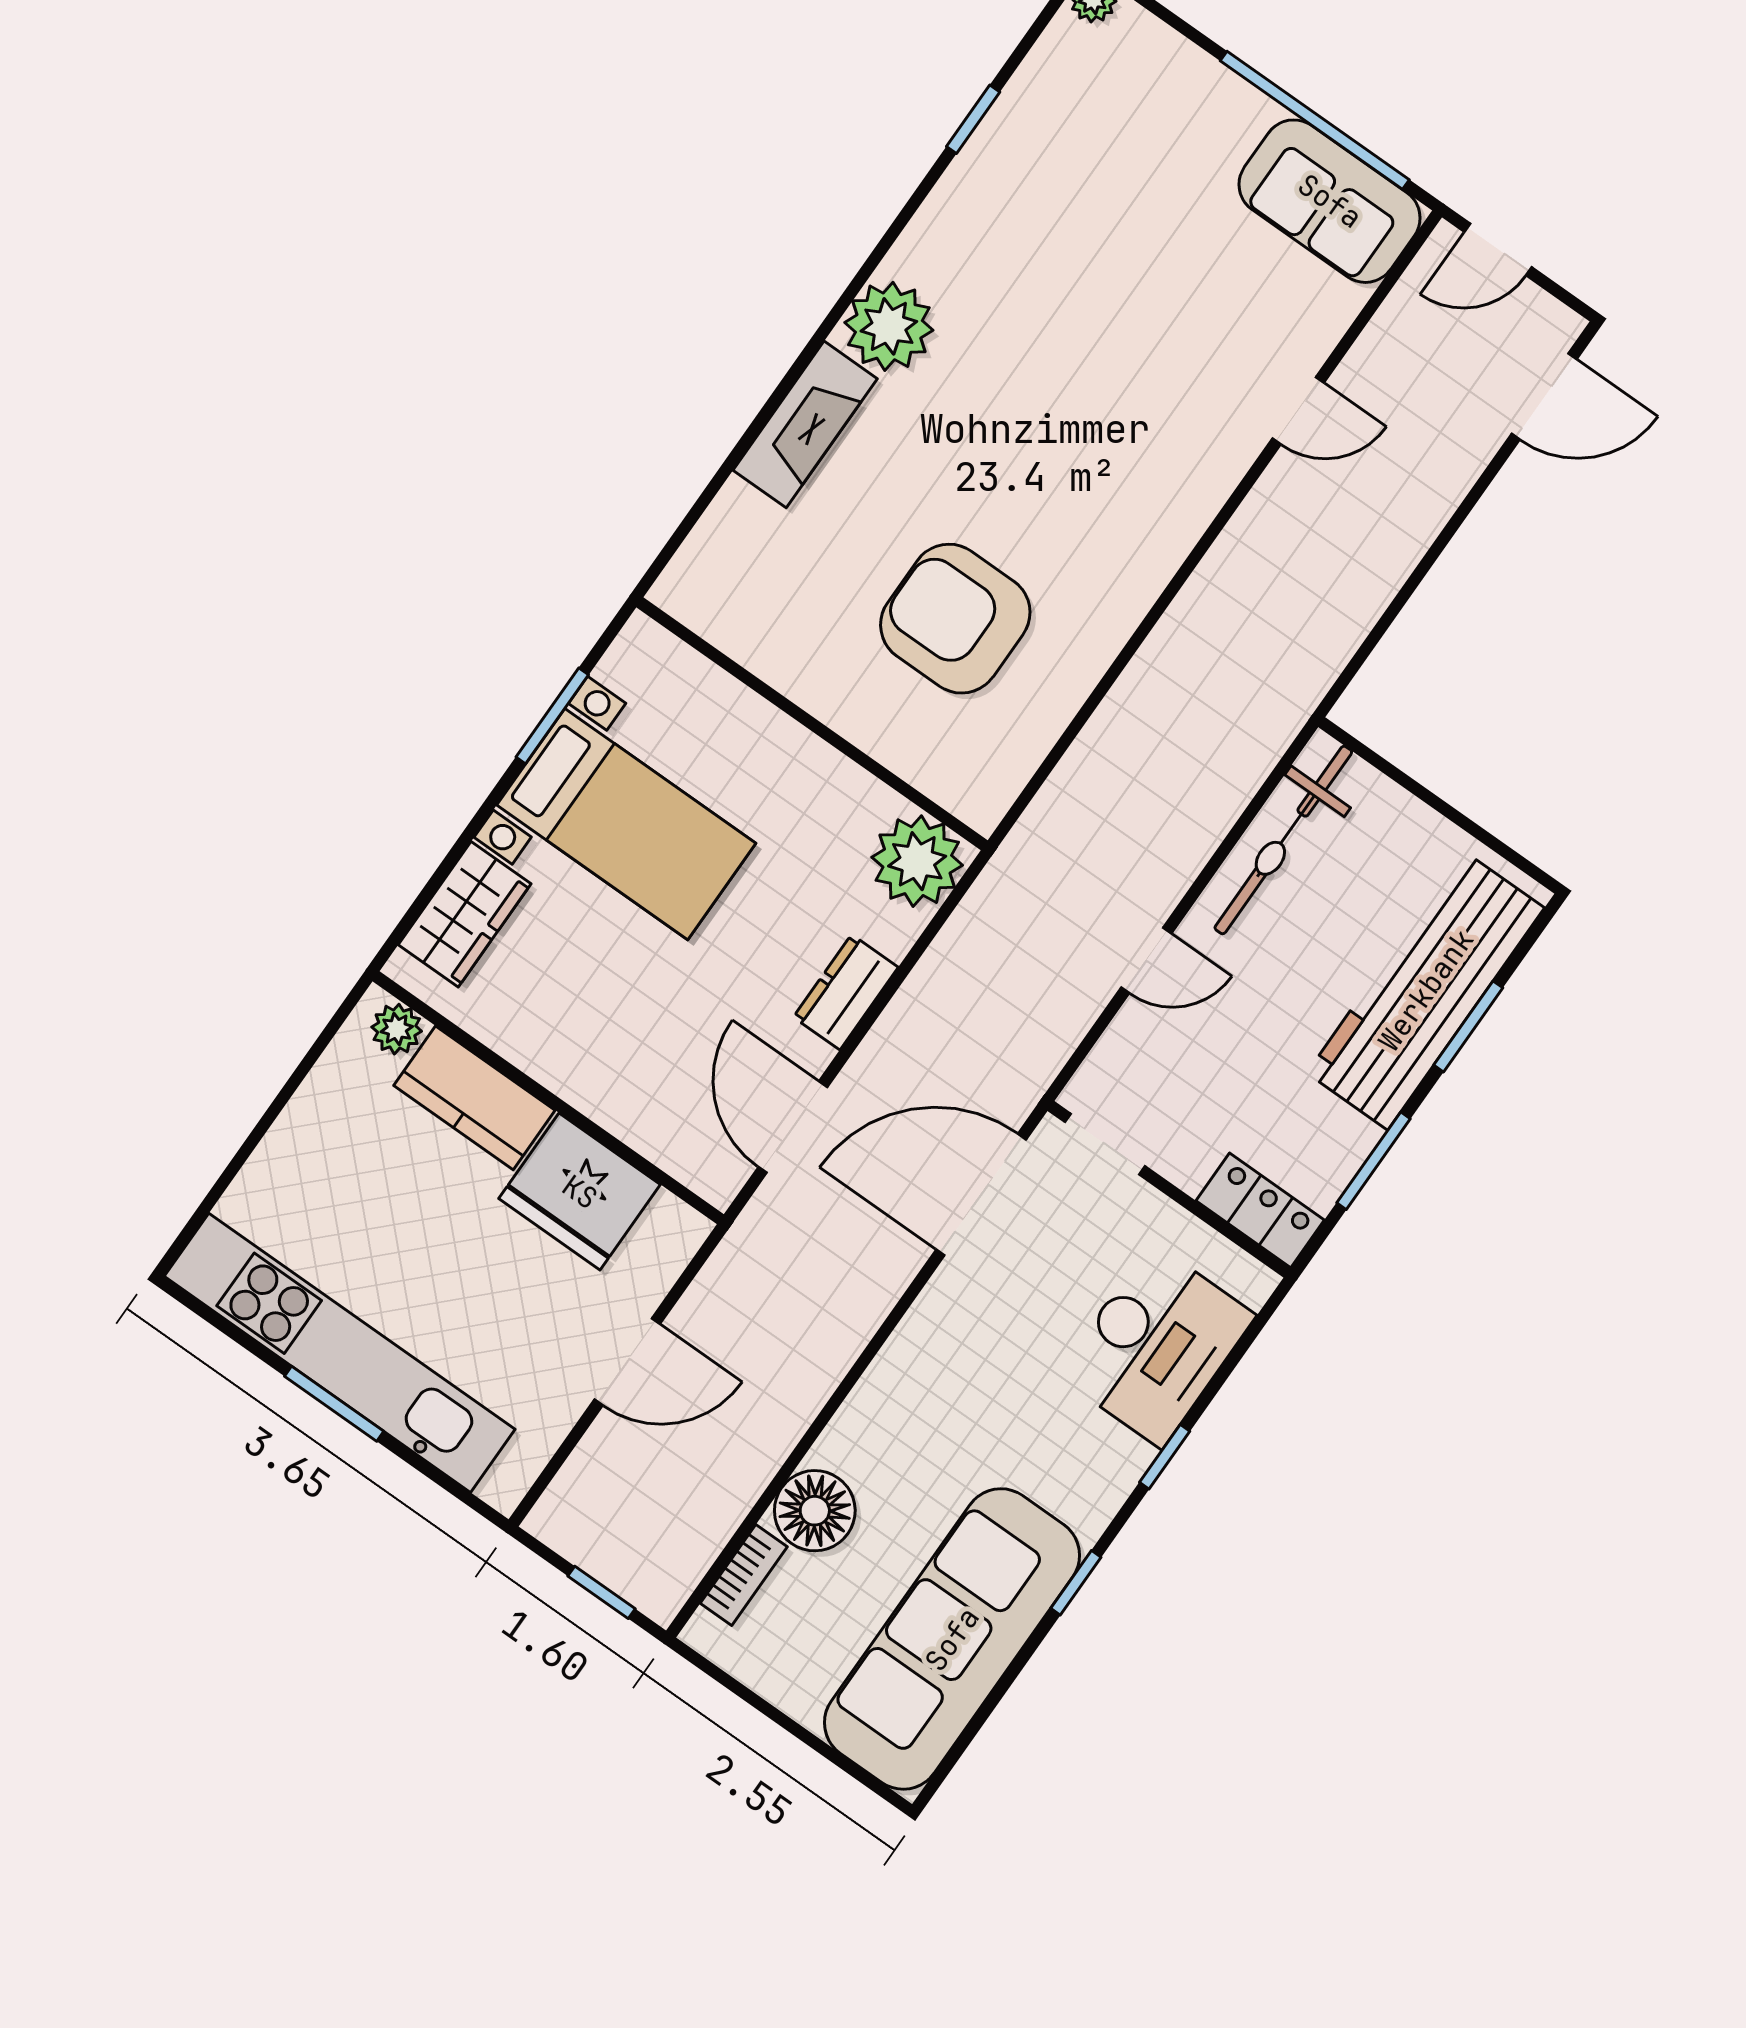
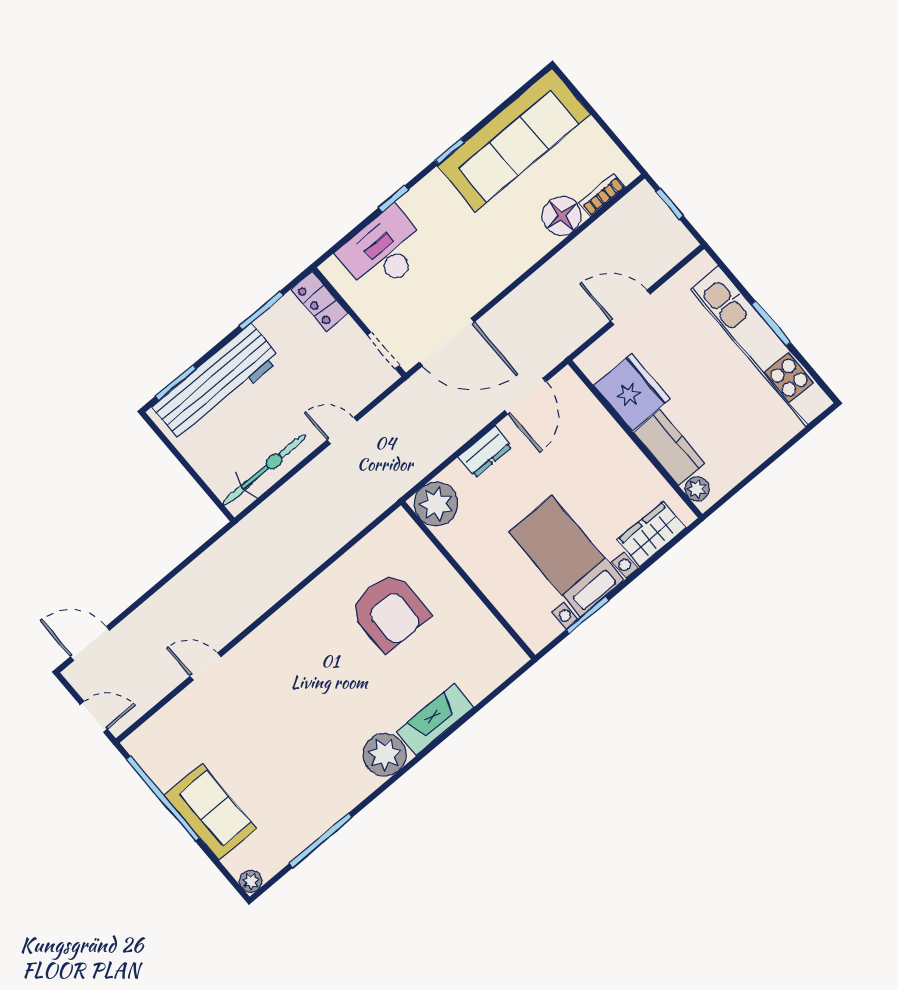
window: (973, 119) -> (321, 840), width x2.17
sofa: (1330, 201) -> (210, 812), moved
window: (1468, 1026) -> (176, 383), moved

